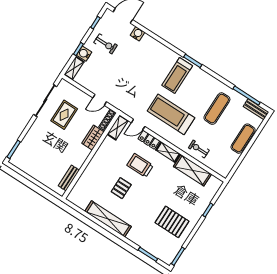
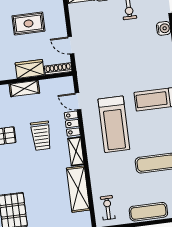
treadmill: (171, 114) -> (114, 124), turned 180
shelving: (118, 127) -> (24, 89), moved
exercise bike: (199, 149) -> (108, 208), moved
trolley: (140, 165) -> (41, 136), turned 180

